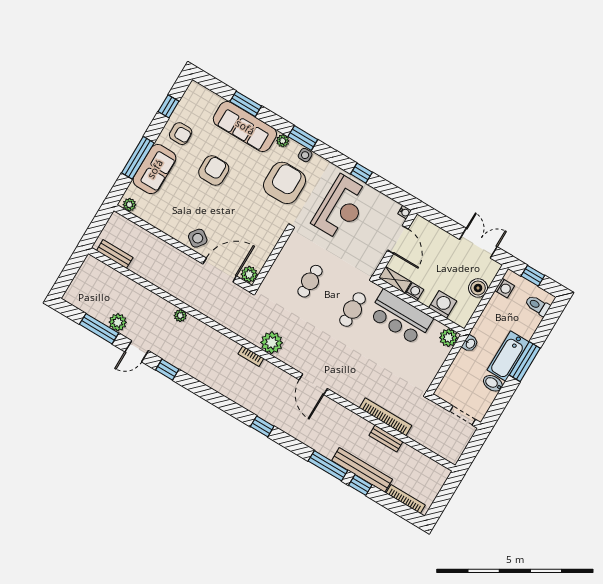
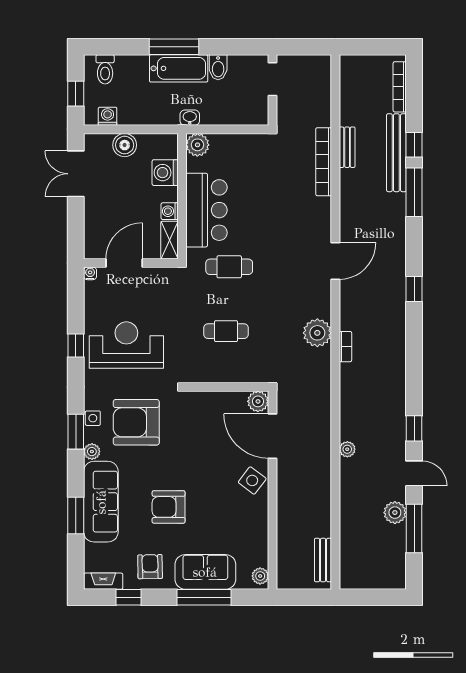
fireplace: (190, 96) -> (103, 581), added

